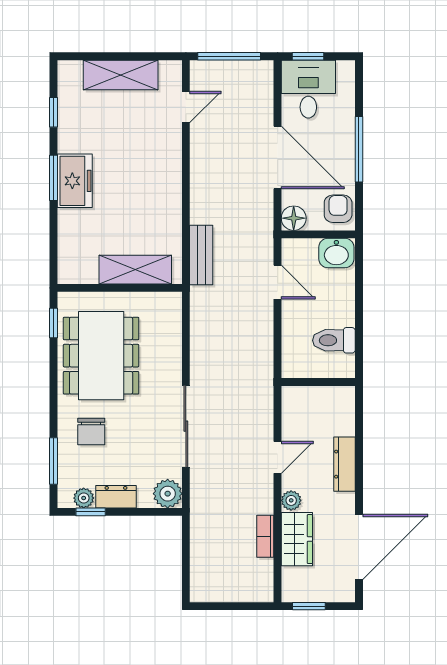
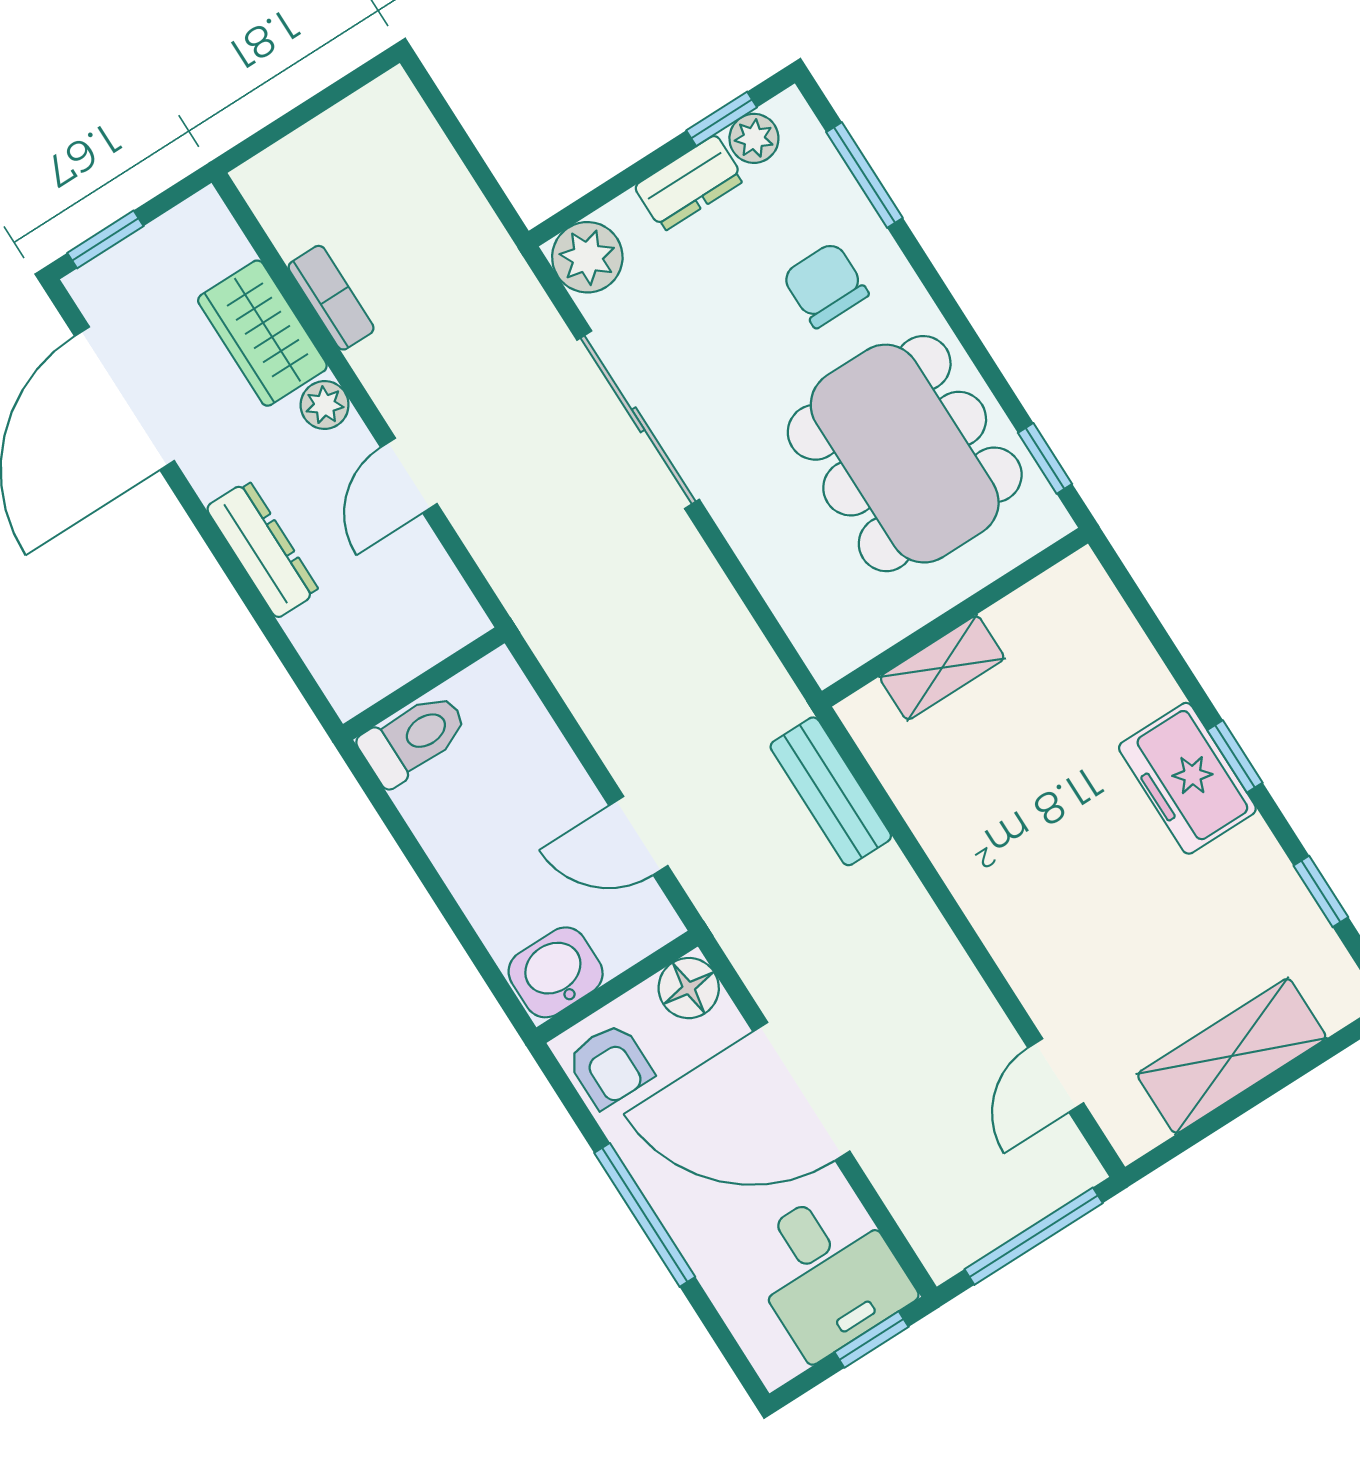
window: (54, 178) -> (1235, 756), width x0.67
shelving: (135, 270) -> (942, 668), width x0.67, depth x0.75
toilet: (334, 340) -> (414, 738), moved
window: (309, 606) -> (105, 239), moved

